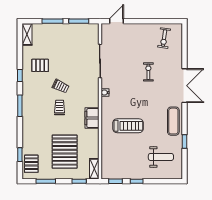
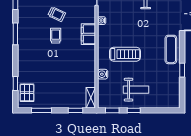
filing cabinet: (92, 118) -> (88, 34), moved
water cooler: (106, 145) -> (103, 74), added
pallet: (65, 152) -> (61, 80), removed
weight bench: (161, 157) -> (136, 90), moved

